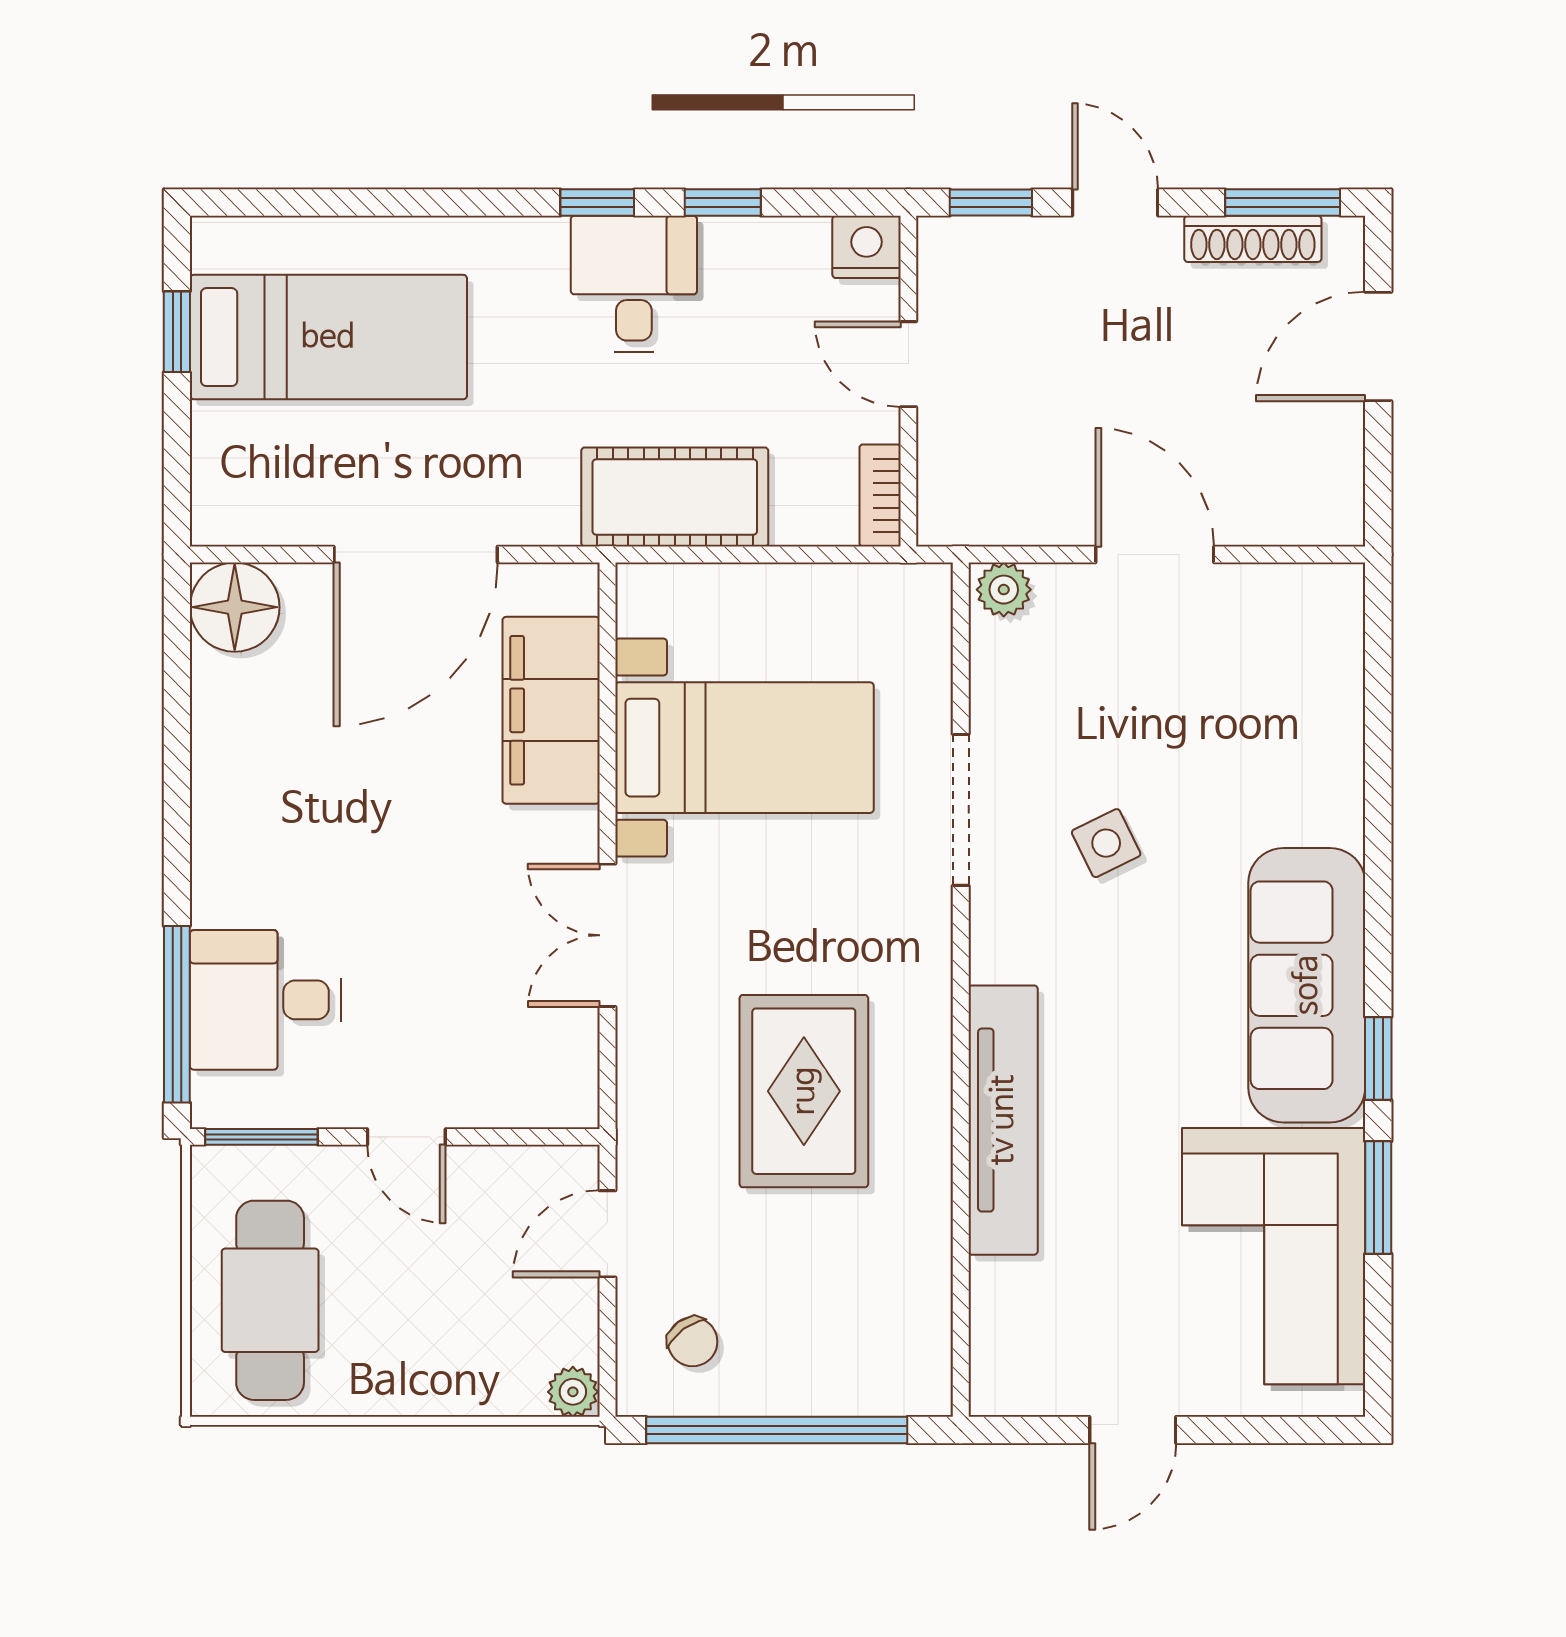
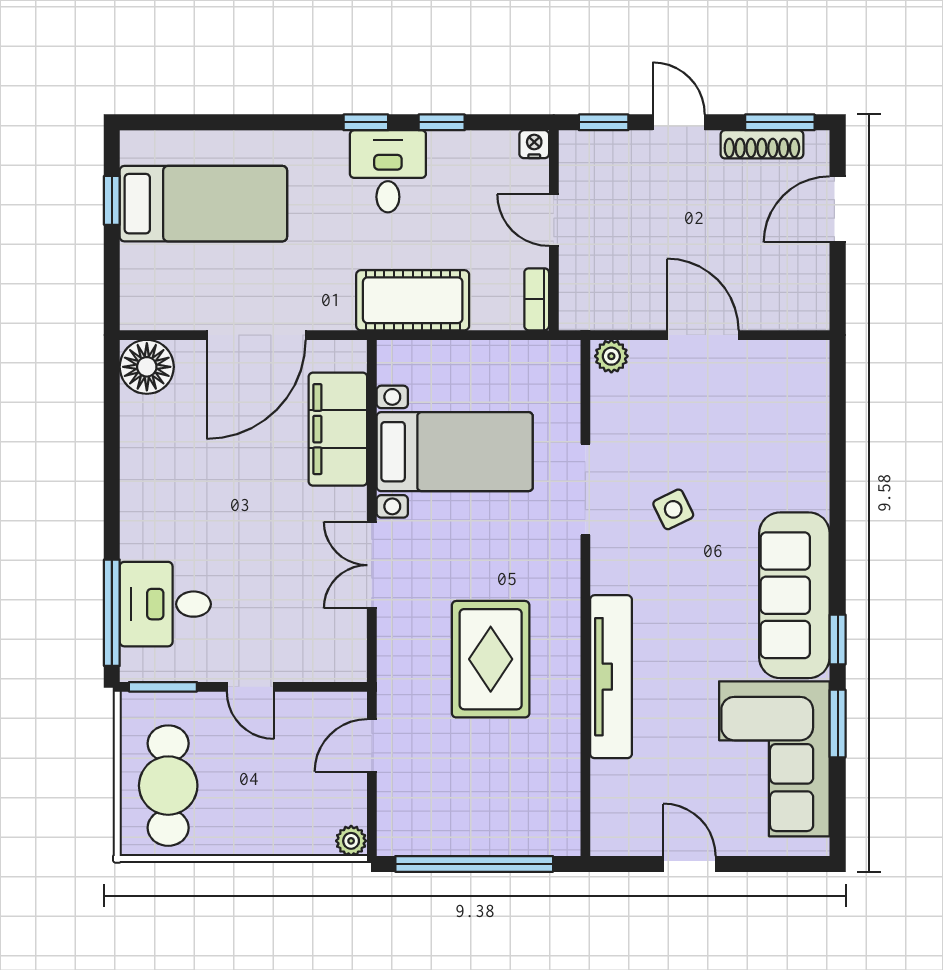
nightstand: (867, 247) -> (534, 144), width x0.72, depth x0.74
chair: (693, 1342) -> (423, 811), removed
door: (1133, 1430) -> (689, 864), swing flipped

